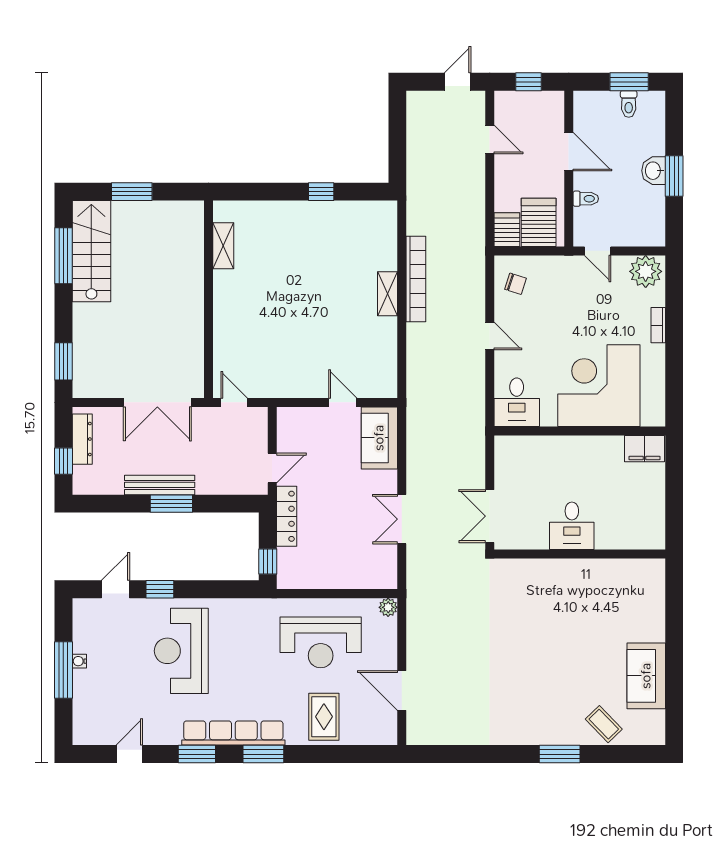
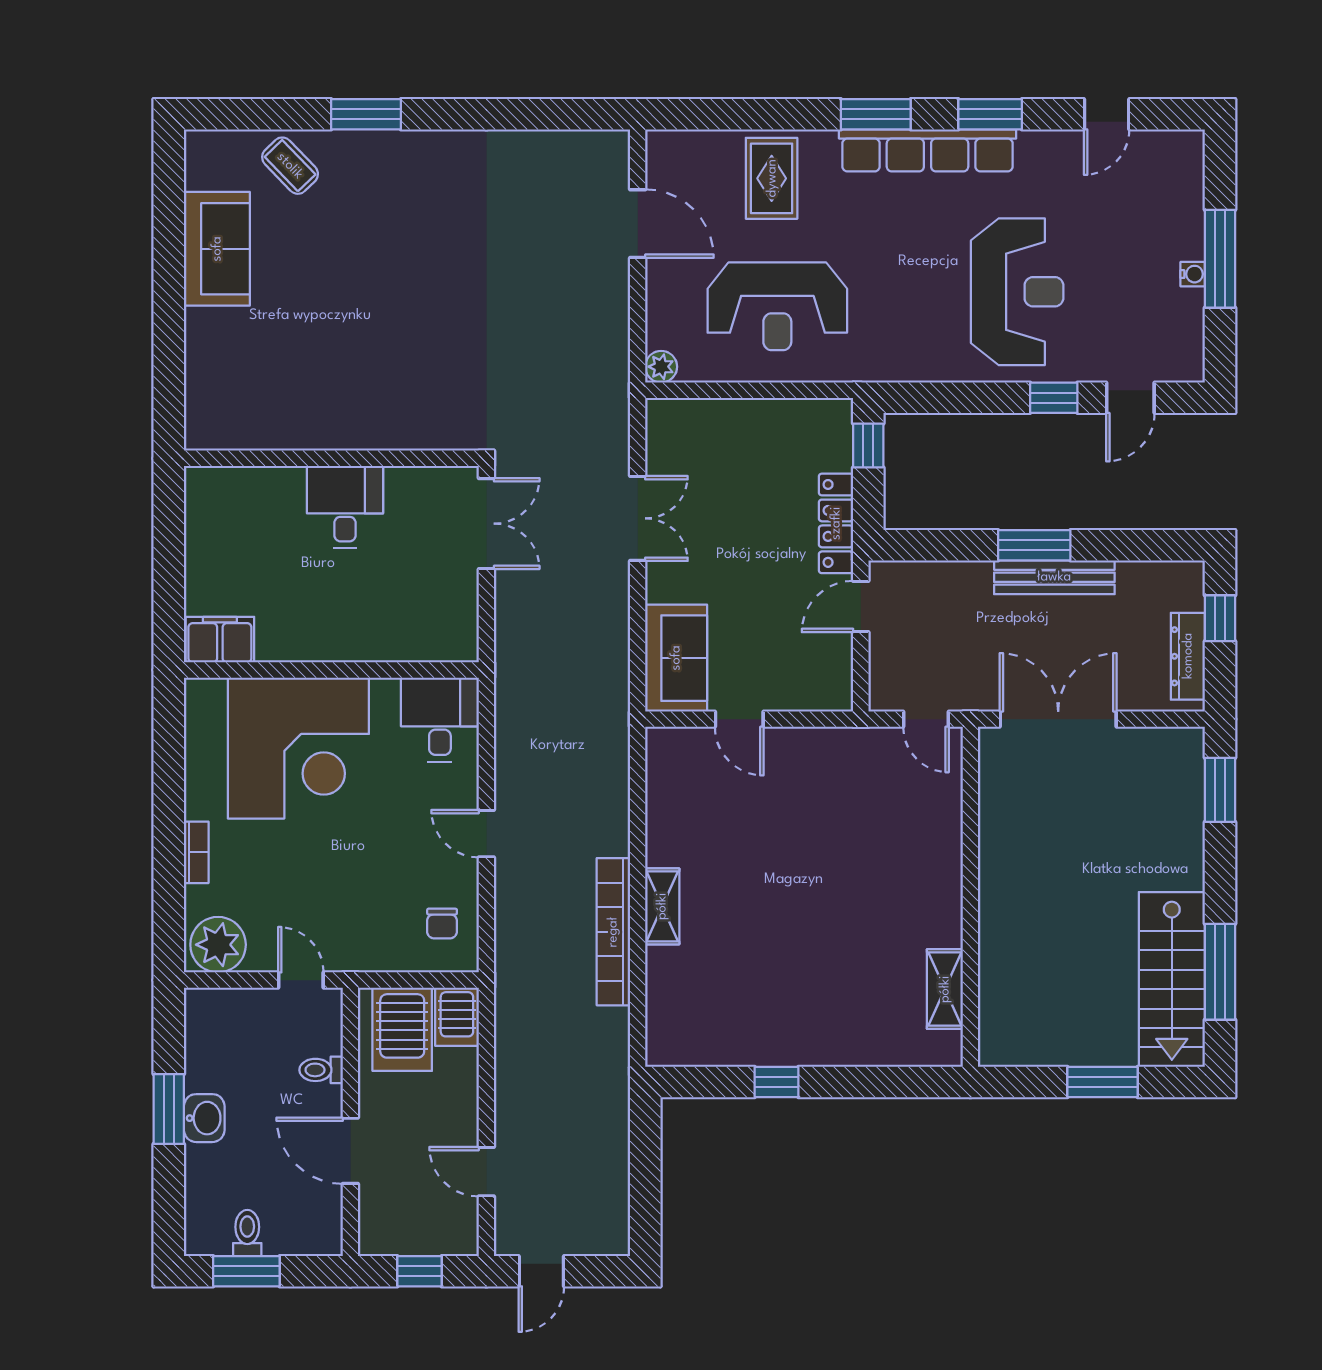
chair: (515, 284) -> (442, 924), turned -108
reception desk: (321, 642) -> (777, 306), turned 180

